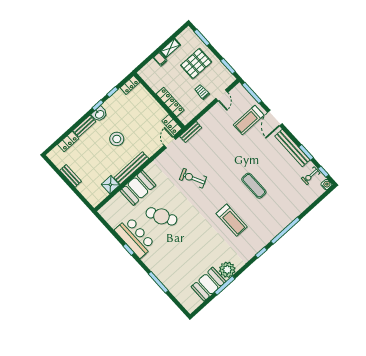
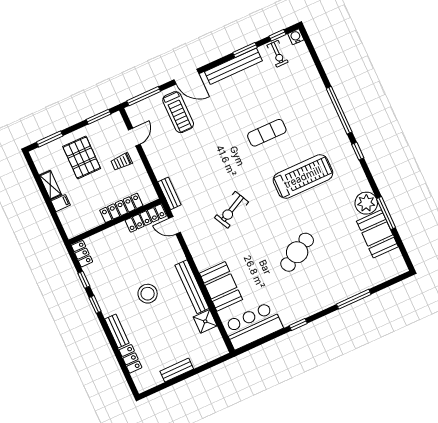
door: (222, 95) -> (134, 137), hinge flipped
washbasin: (99, 114) -> (108, 306), removed
locker: (172, 125) -> (146, 218), width x1.53
cafe table: (161, 216) -> (297, 252), moved
treadmill: (232, 220) -> (303, 177), width x1.37, depth x1.38
bar counter: (135, 237) -> (253, 326), moved

